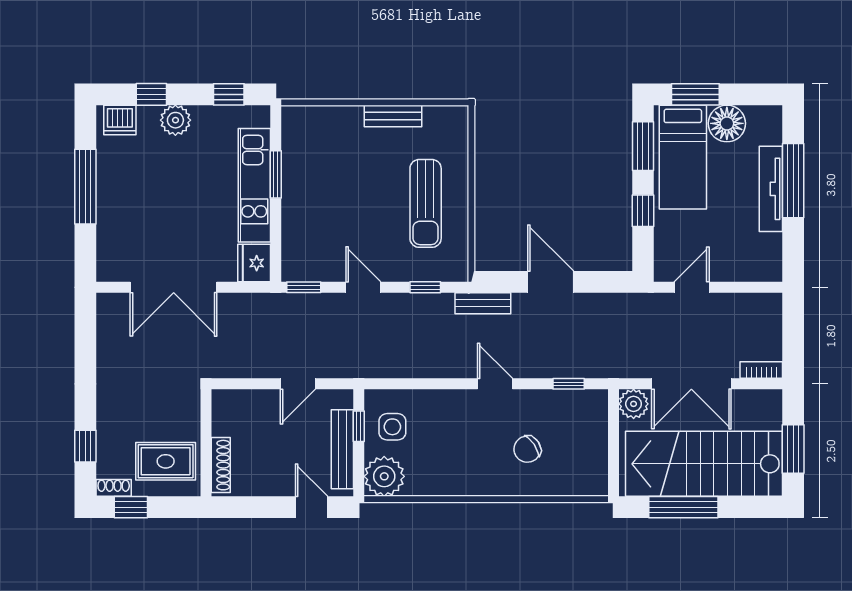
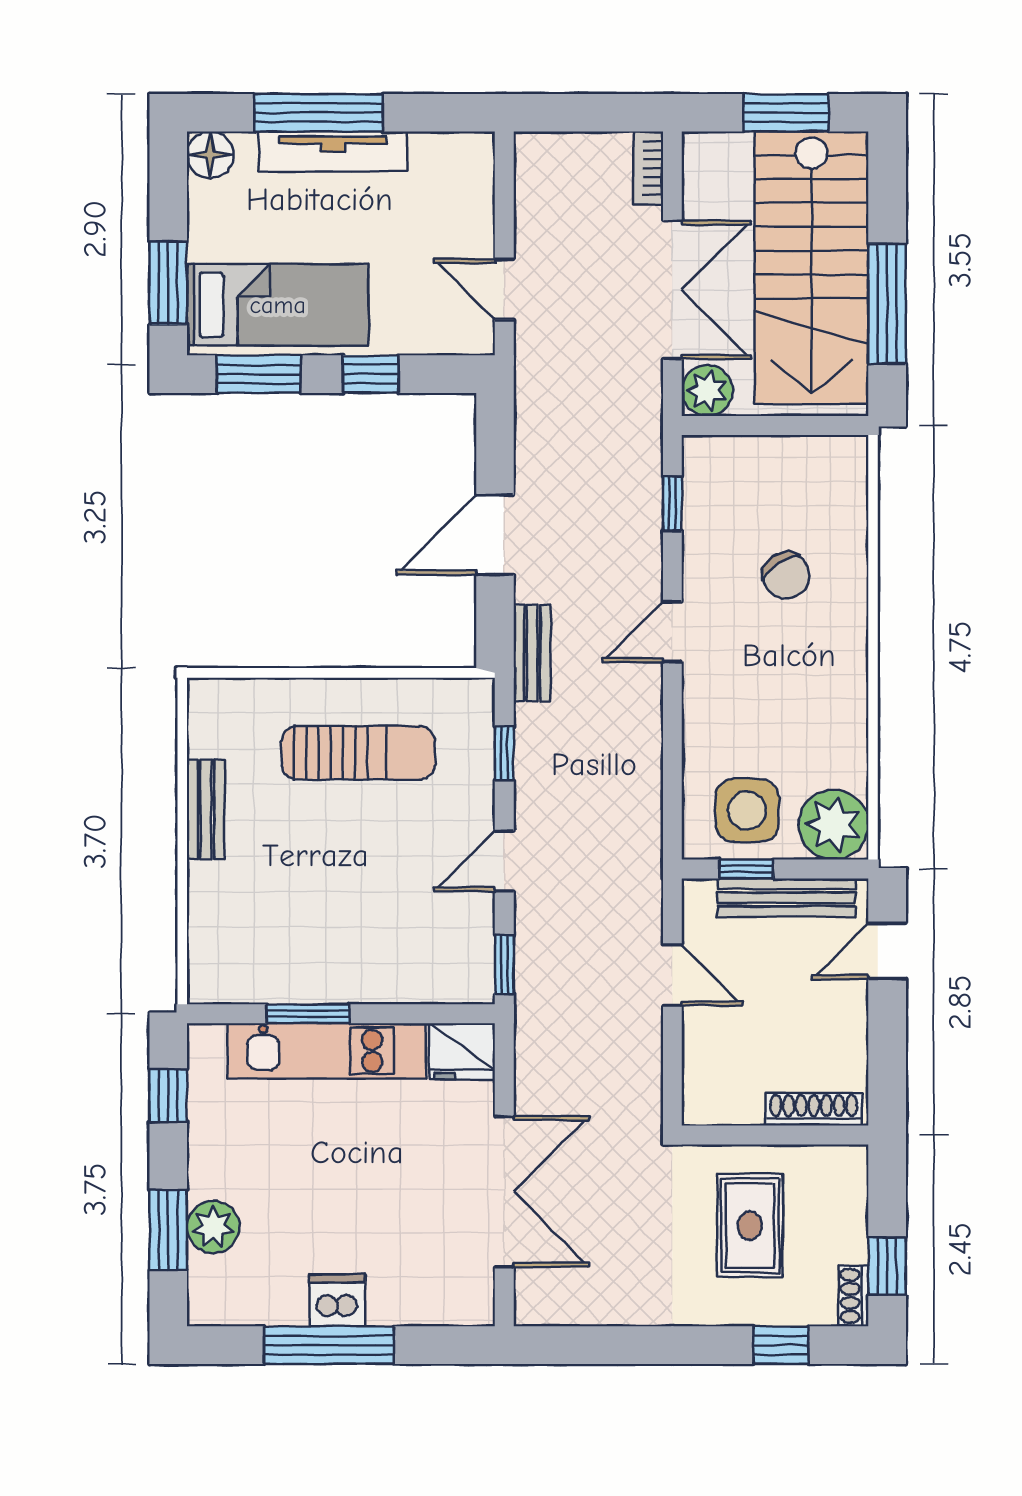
window: (151, 94) -> (168, 1230), width x1.50
dishwasher: (120, 120) -> (337, 1300), moved, turned -90
plant: (175, 120) -> (213, 1227), moved
floor lamp: (727, 123) -> (210, 155), moved, width x0.73, depth x0.73
side table: (392, 427) -> (747, 810), width x1.37, depth x1.37
rug: (166, 461) -> (750, 1225), moved

